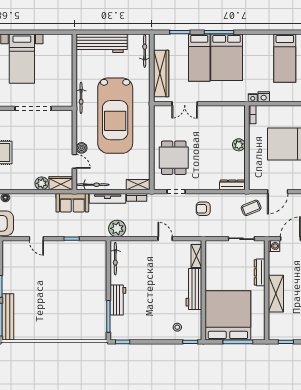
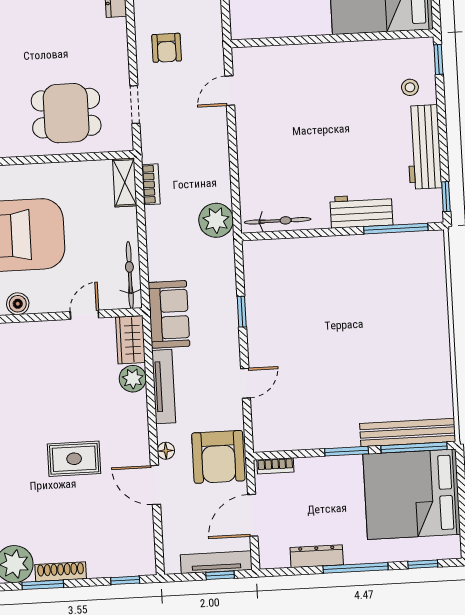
boiler: (81, 148) -> (18, 304), moved
tv unit: (108, 198) -> (164, 387), moved
door: (165, 239) -> (230, 91), moved
shelving: (196, 256) -> (263, 56), removed
workbench: (194, 289) -> (424, 147), moved, turned 90

